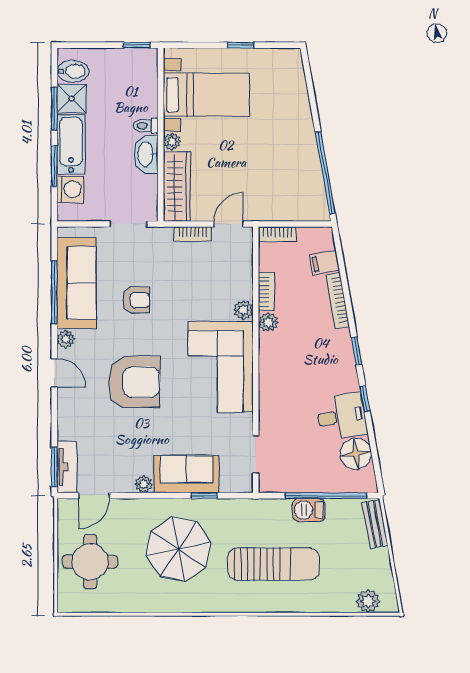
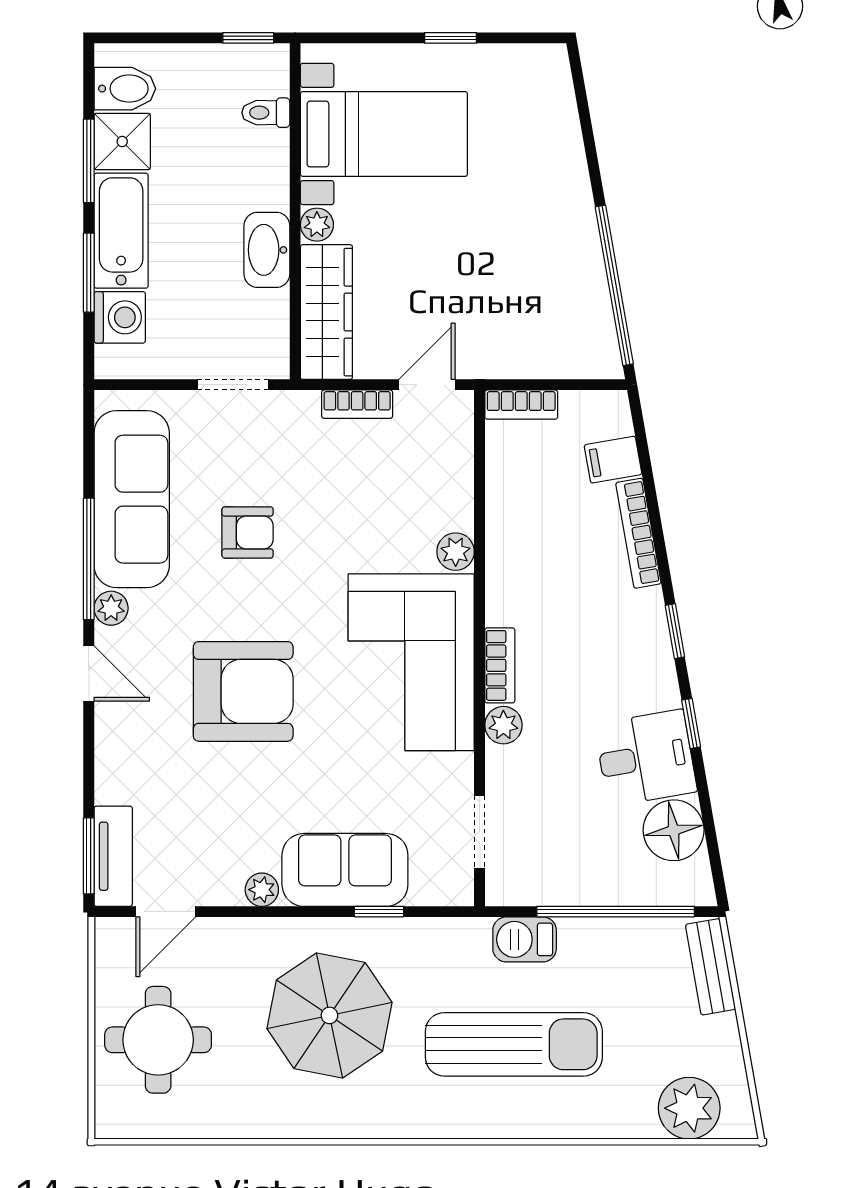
toilet: (146, 126) -> (266, 113), moved
window: (54, 292) -> (89, 559), moved
bookcase: (266, 292) -> (500, 665), moved
plant: (268, 322) -> (503, 725), moved
barbecue: (309, 510) -> (525, 939), moved
plant: (368, 601) -> (689, 1108), width x1.36, depth x1.36

